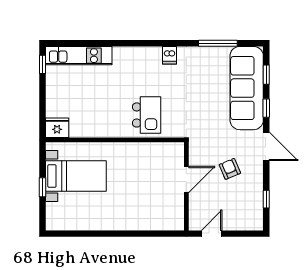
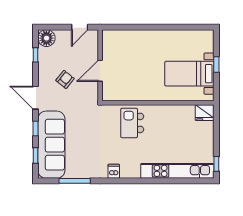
kitchen unit: (79, 56) -> (177, 171), width x1.36
armchair: (230, 169) -> (65, 79), turned -118
floor lamp: (253, 220) -> (46, 38), added

